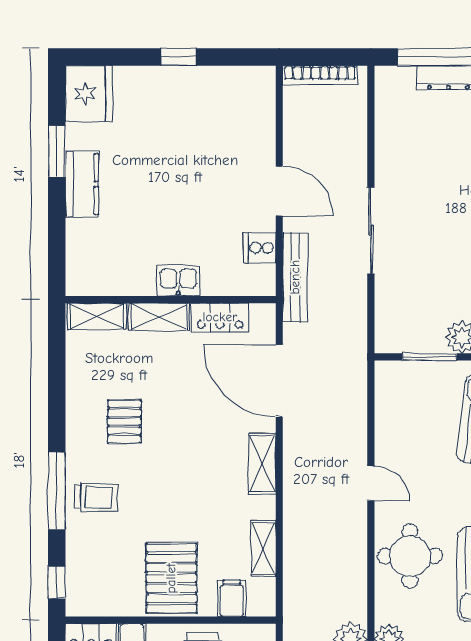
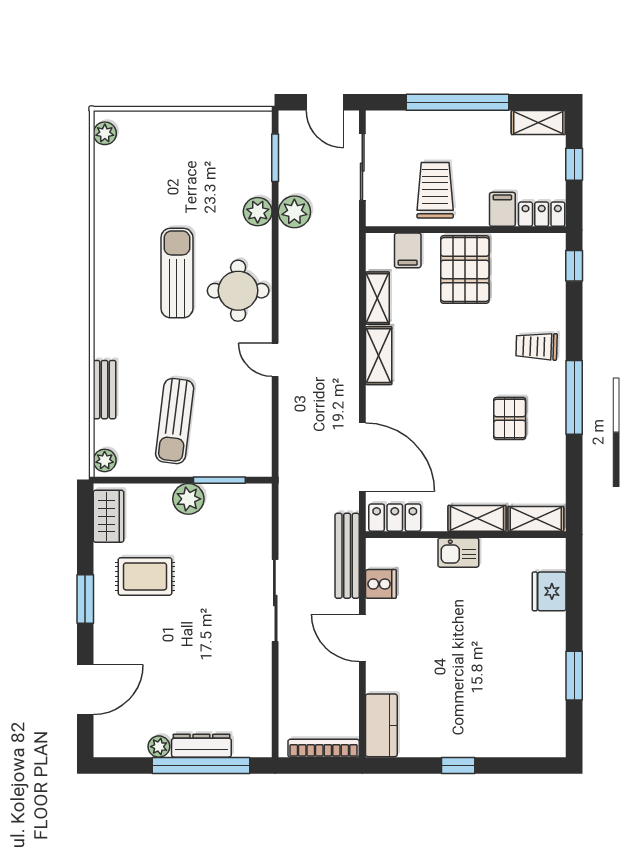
fridge: (89, 93) -> (549, 591), moved, width x0.73, depth x0.75
kitchen counter: (82, 184) -> (381, 725), moved, turned 180
locker: (220, 317) -> (395, 518), moved
shelving: (262, 464) -> (379, 356), moved
window: (57, 491) -> (574, 397), moved

